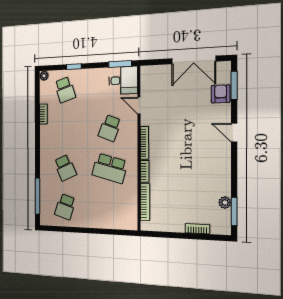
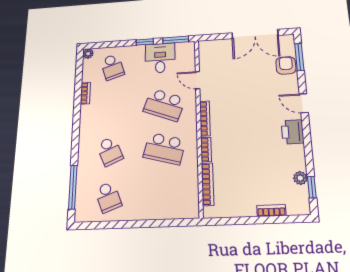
window: (74, 67) -> (145, 42), moved
desk: (123, 80) -> (160, 58), moved, turned -90
school desk: (110, 128) -> (164, 105), width x1.85
printer: (222, 160) -> (293, 132), added
school desk: (65, 207) -> (108, 197), turned -39
window: (234, 211) -> (312, 187), width x0.67

